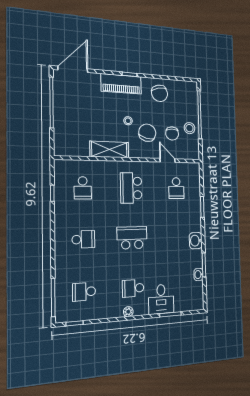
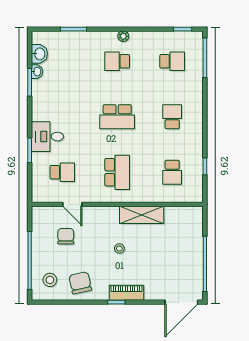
piano: (121, 84) -> (127, 293), width x0.73, depth x0.75
stool: (189, 128) -> (50, 280), moved
chair: (147, 133) -> (97, 236), removed
school desk: (83, 188) -> (172, 172), turned 180
school desk: (176, 188) -> (62, 172), turned 90
school desk: (83, 239) -> (172, 117), turned 90
washbasin: (196, 241) -> (39, 54), moved
school desk: (133, 288) -> (117, 61), turned 180
desk: (161, 299) -> (47, 137), moved, turned -90

